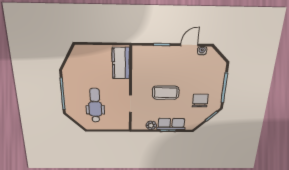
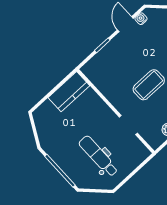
kitchen counter: (121, 63) -> (69, 92), moved, turned -90

